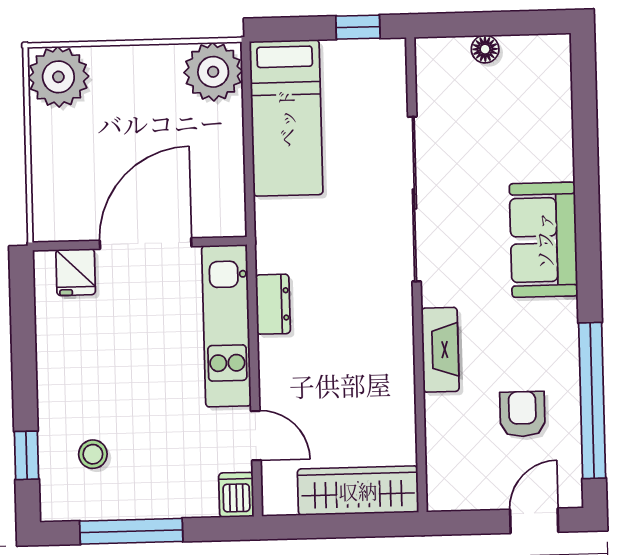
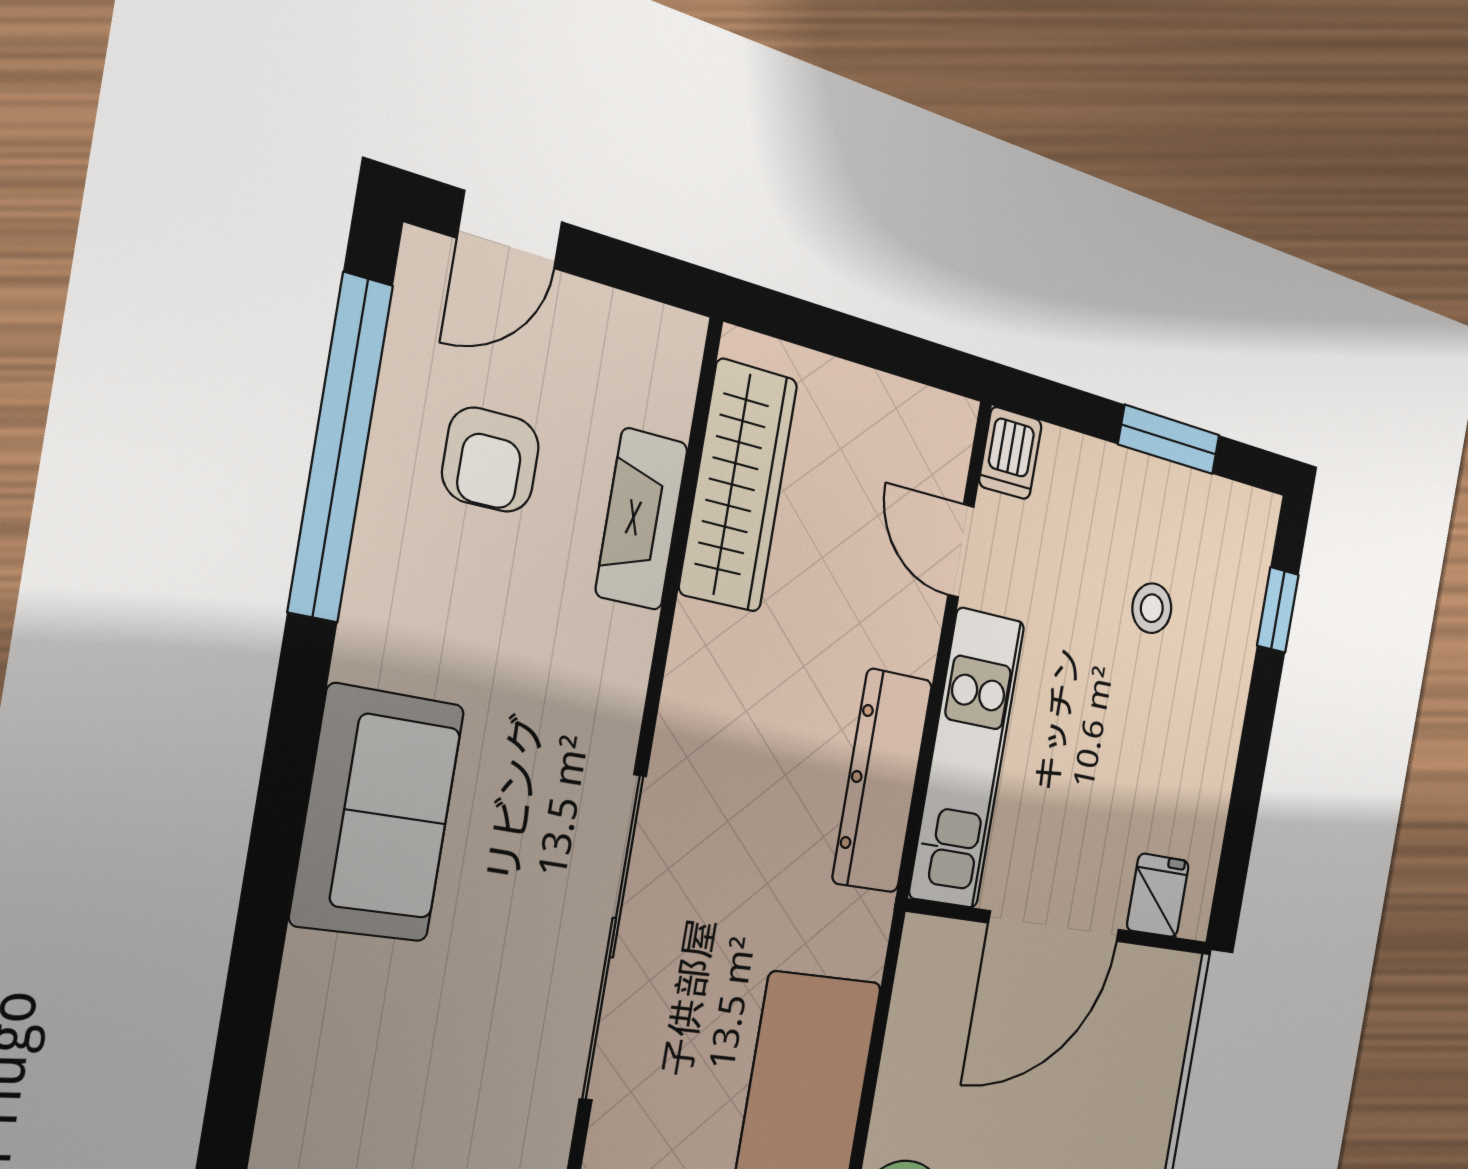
dresser: (273, 304) -> (882, 781), width x1.96, depth x1.24
fireplace: (440, 350) -> (642, 519), moved
stool: (93, 454) -> (1152, 608), moved
wardrobe: (358, 491) -> (738, 486), moved, turned -90
window: (131, 531) -> (1169, 440), width x0.69

